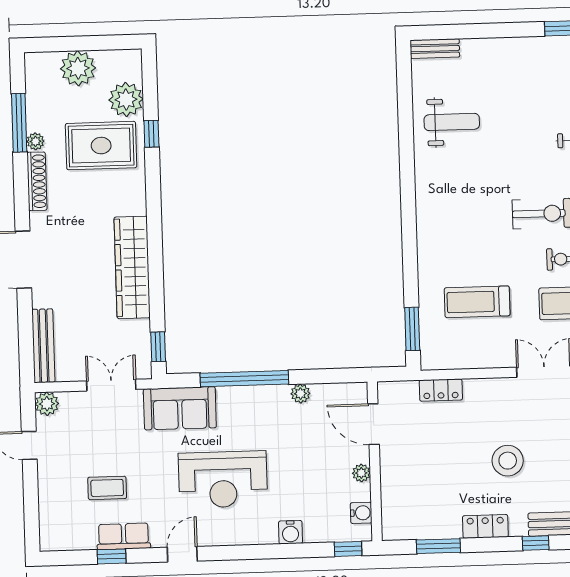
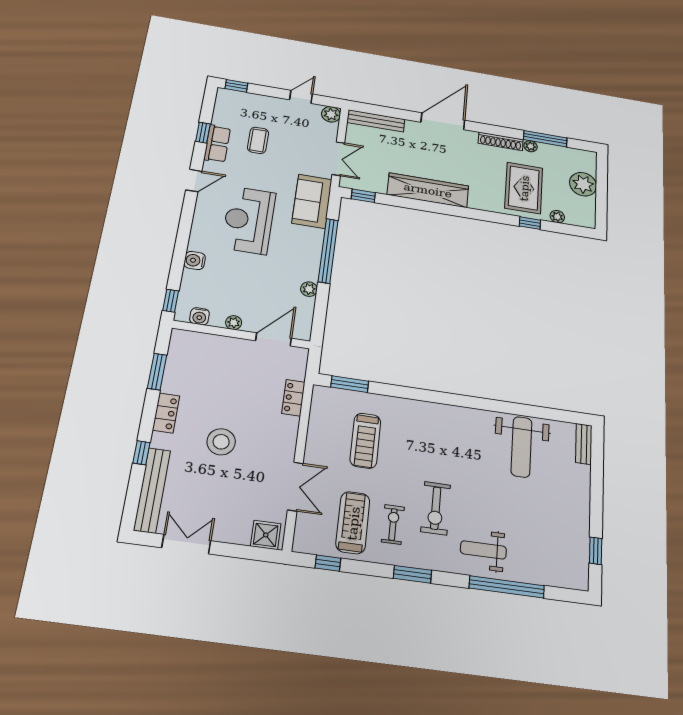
plant: (126, 99) -> (557, 217), width x0.53, depth x0.53
weight bench: (452, 122) -> (521, 447), width x1.36, depth x1.33
treadmill: (477, 302) -> (365, 441), turned 180
window: (32, 529) -> (236, 86), added
door: (182, 554) -> (194, 181), hinge flipped

